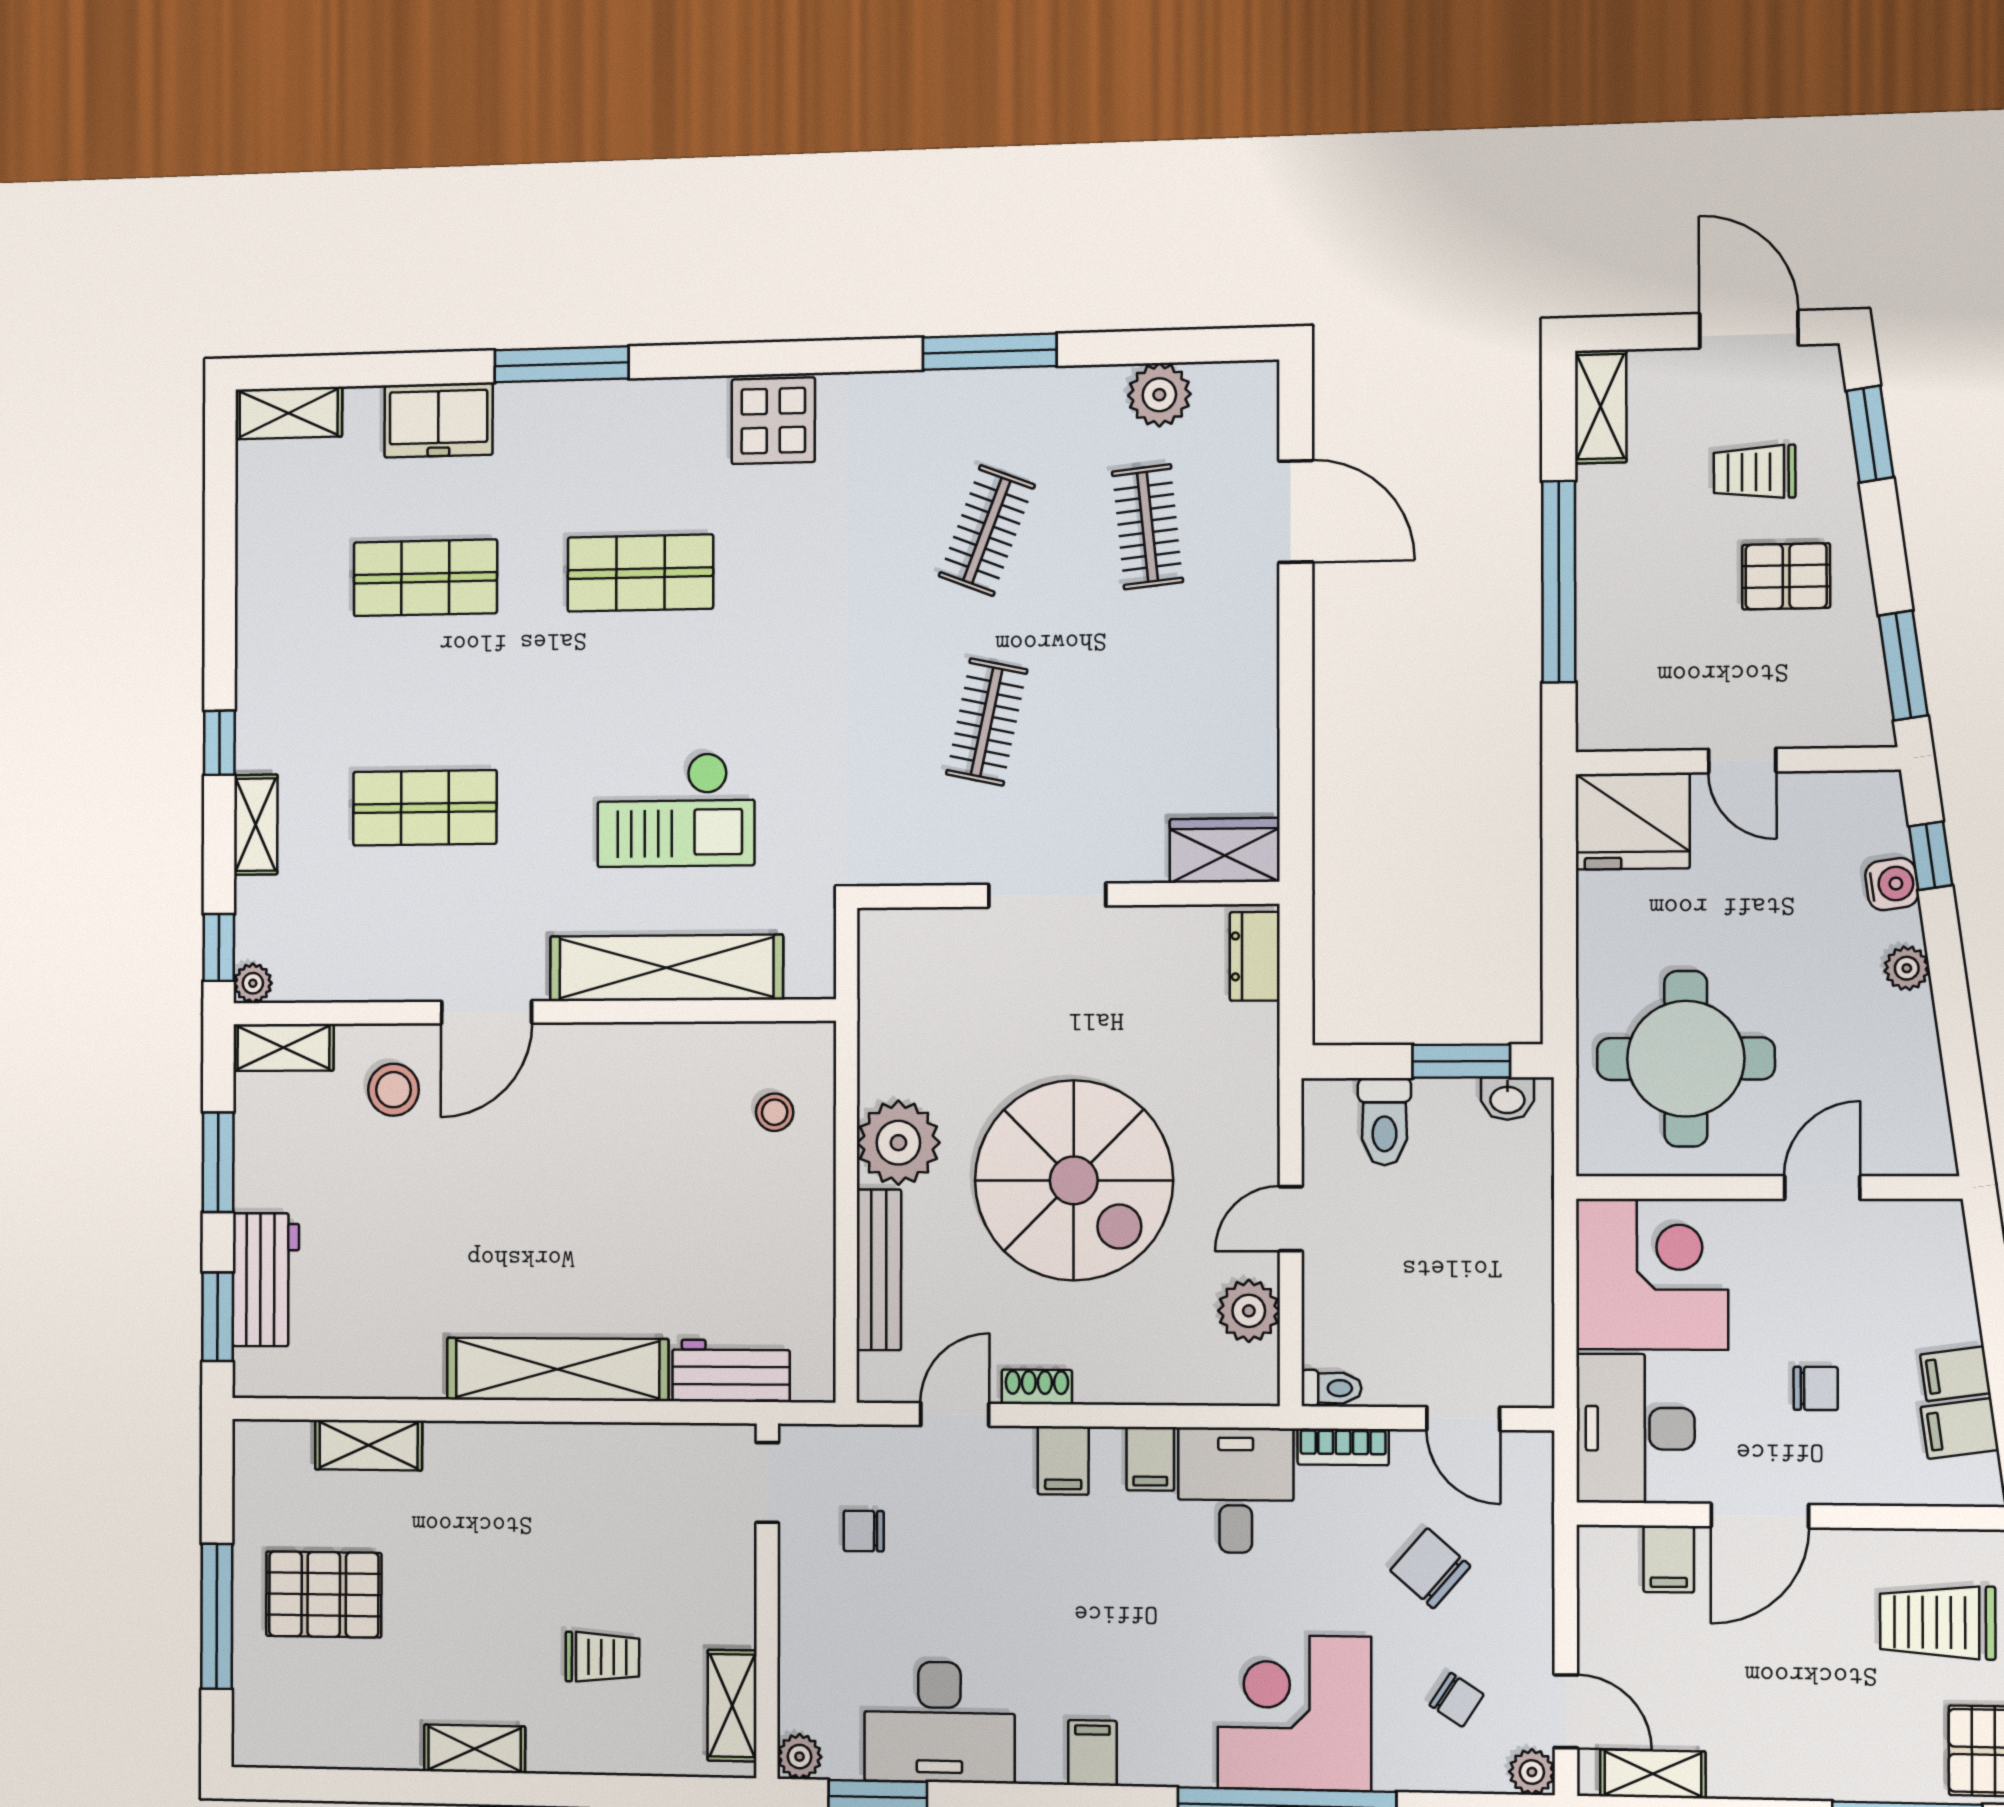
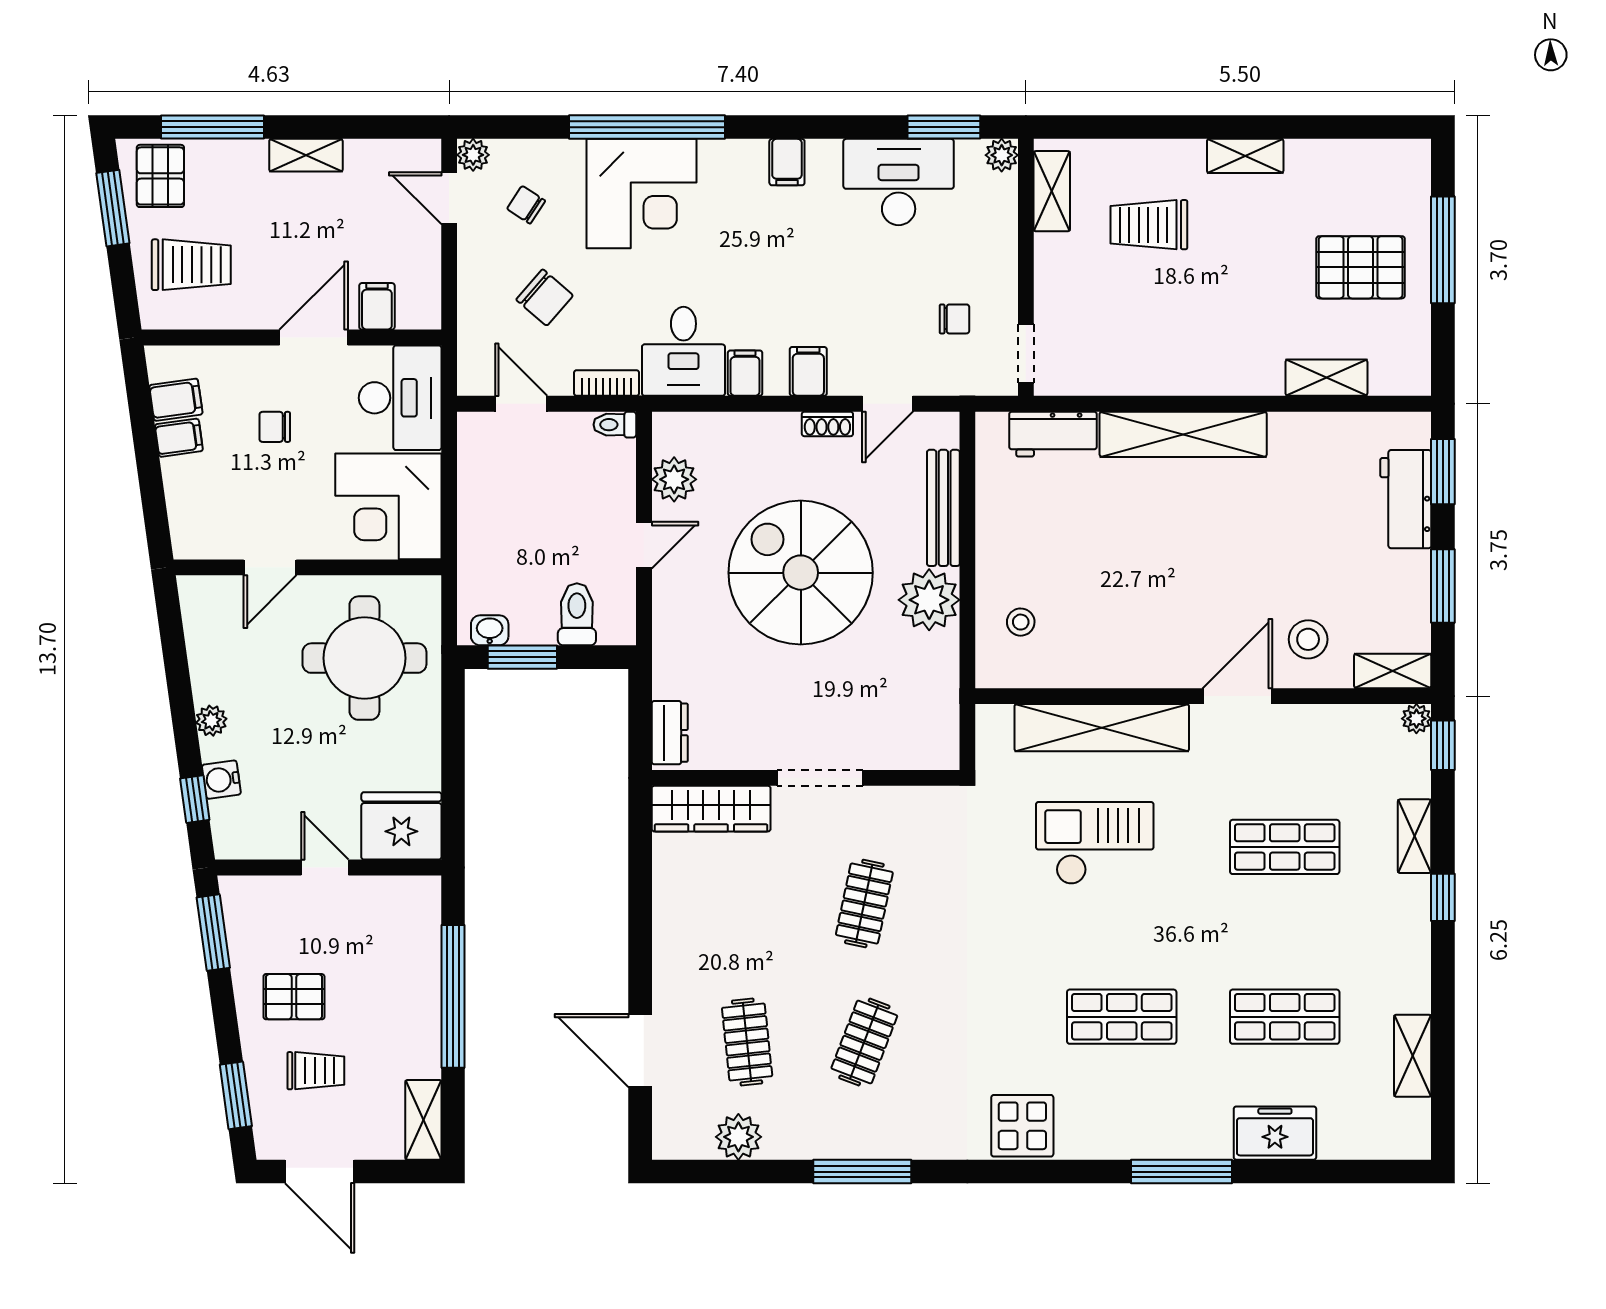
shelving: (289, 413) -> (1413, 1056), moved, turned 90
wardrobe: (1225, 850) -> (711, 809), width x1.50
trolley: (602, 1657) -> (1149, 225), width x1.36, depth x1.39
shelving: (1653, 1774) -> (306, 155), moved

